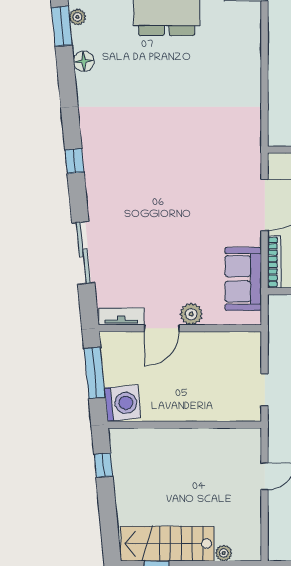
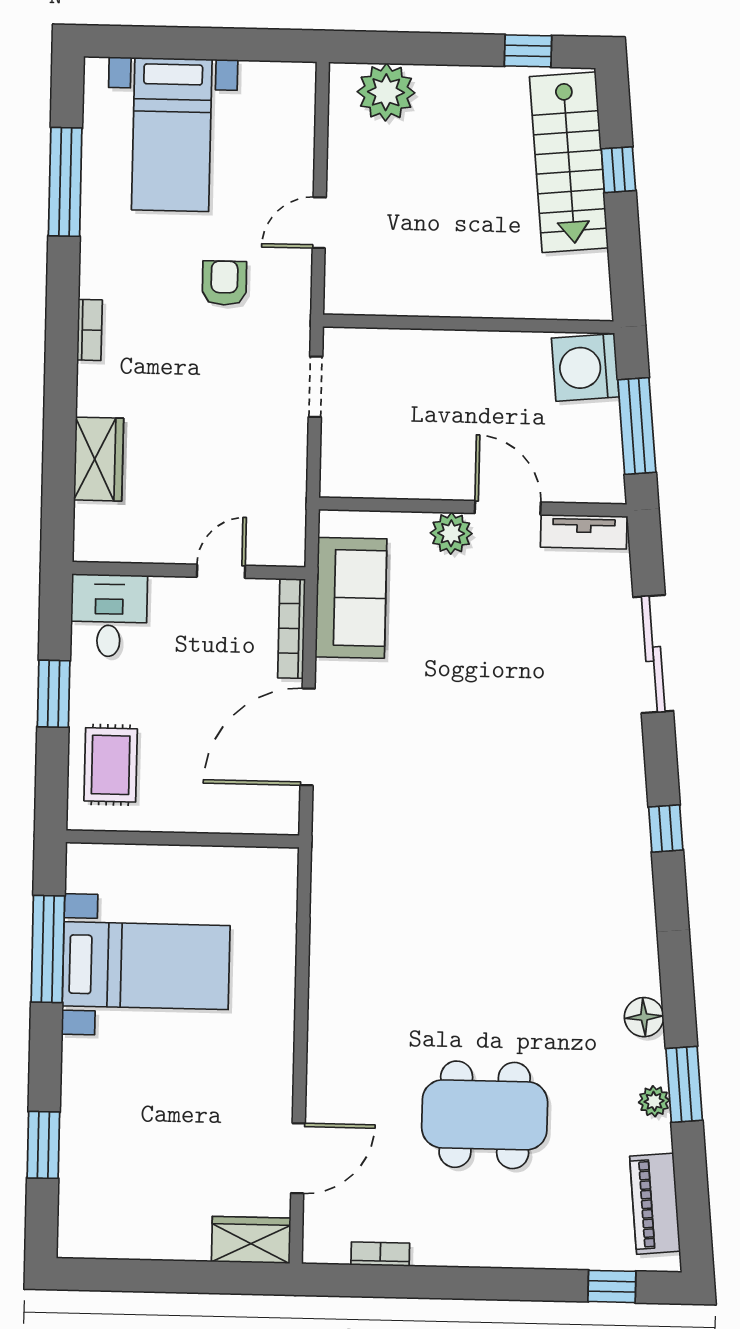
door: (162, 328) -> (508, 508), hinge flipped
window: (103, 465) -> (618, 170), moved
stairs: (167, 544) -> (569, 162), moved, turned 85
plant: (224, 553) -> (386, 92), width x1.88, depth x1.88

